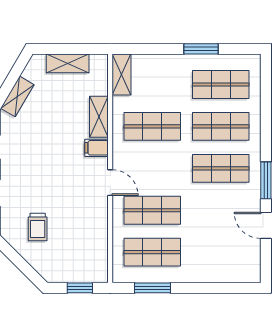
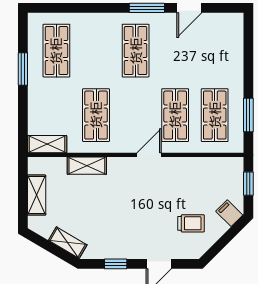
shop shelf: (221, 126) -> (96, 51), removed
filing cabinet: (96, 148) -> (229, 213), moved, turned 135

